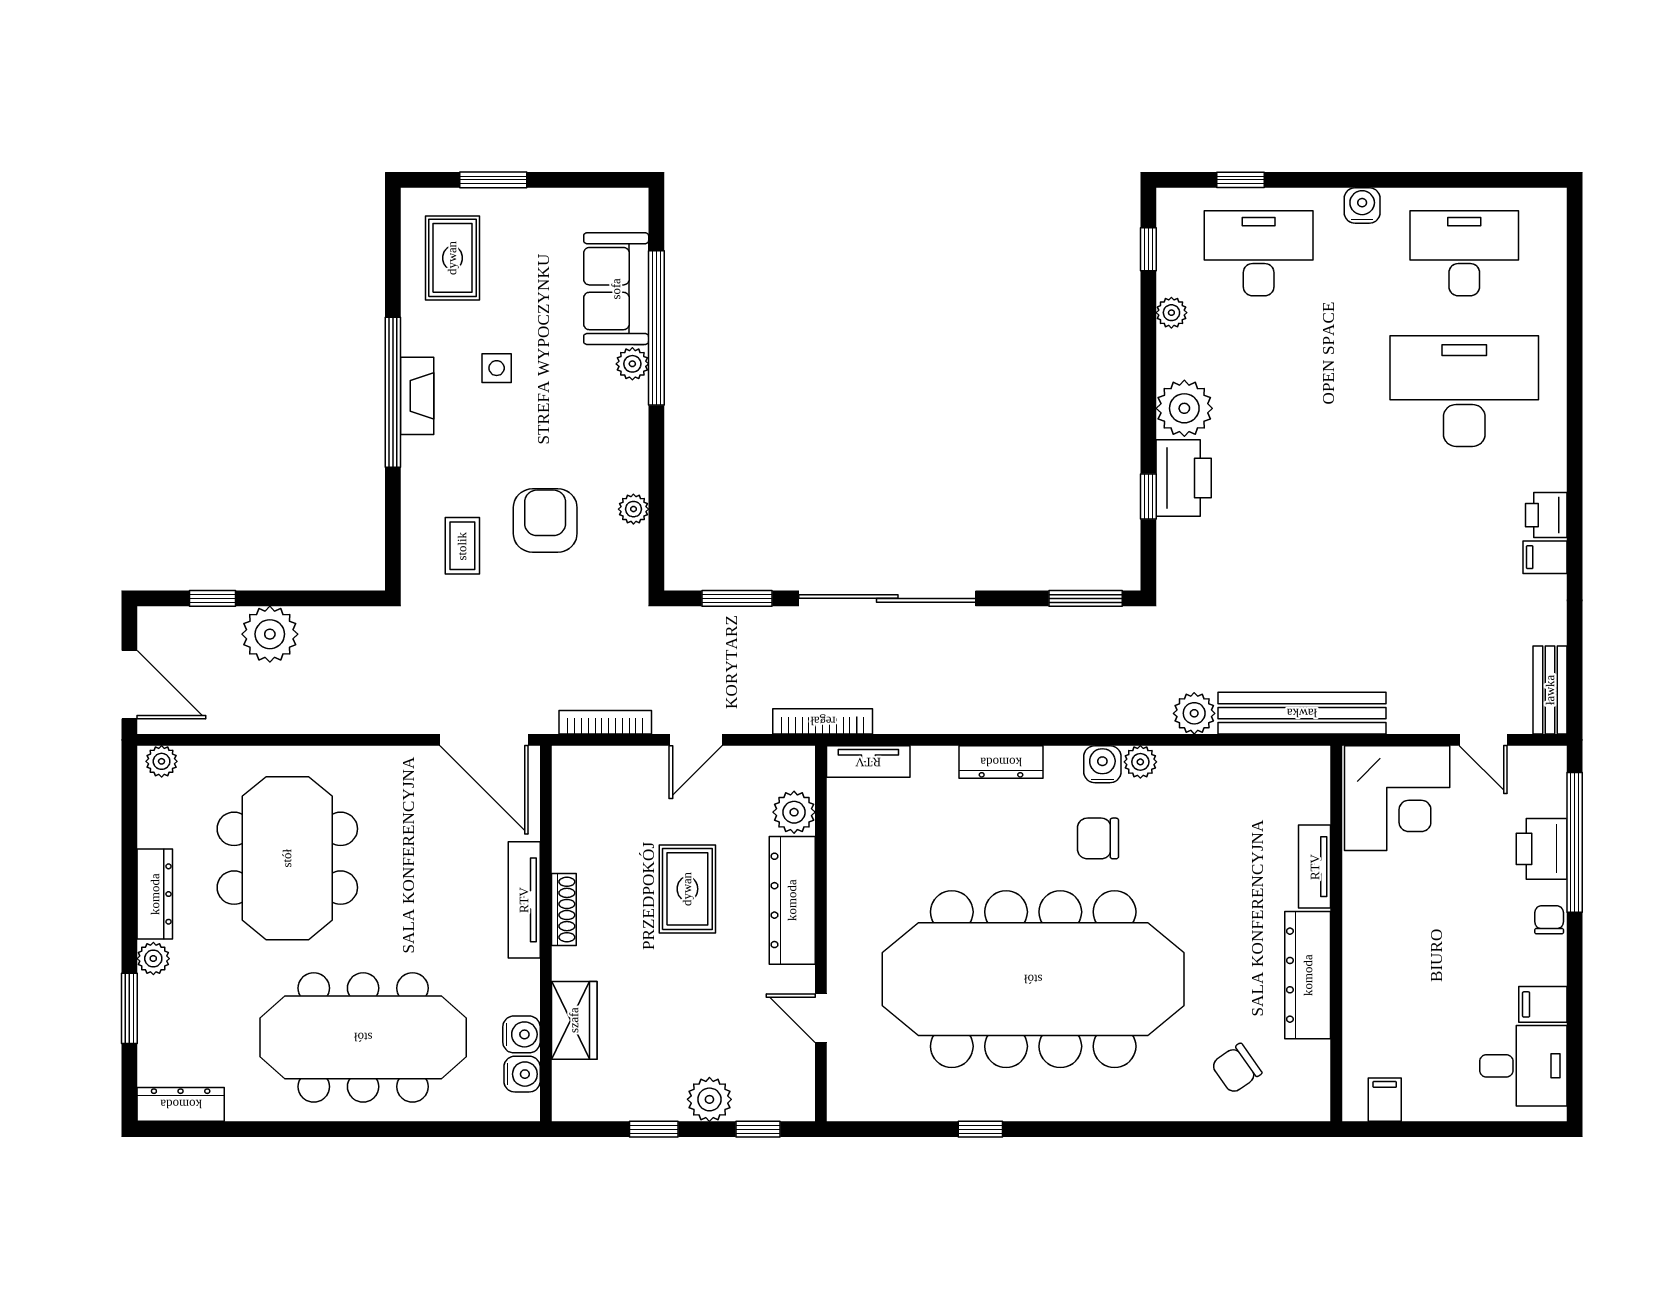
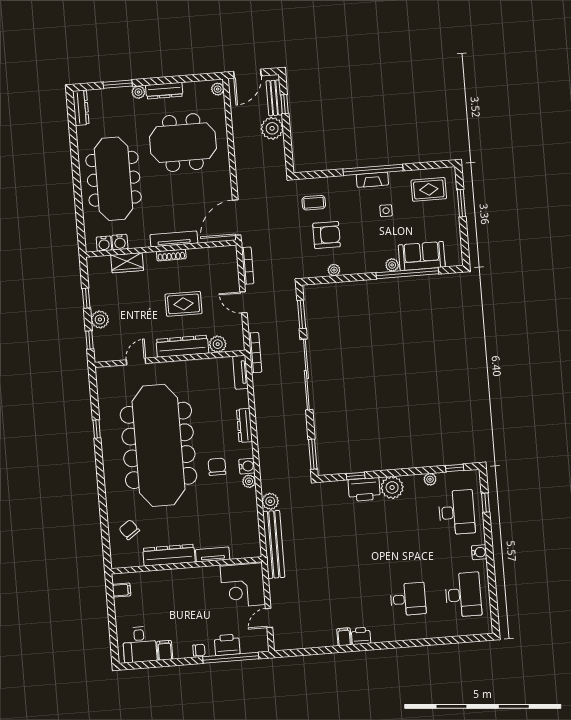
desk: (1464, 391) -> (408, 599), width x0.53, depth x0.77
bench: (1550, 690) -> (274, 98), moved, turned 90

